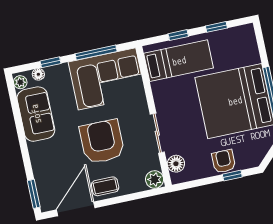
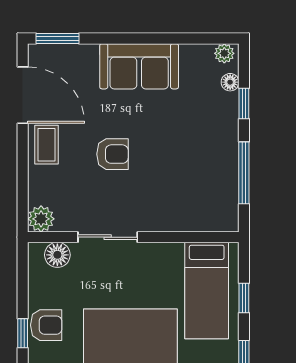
corner sofa: (107, 79) -> (202, 181), removed
sofa: (36, 114) -> (139, 66), moved
armchair: (102, 142) -> (112, 154), width x0.53, depth x0.53

